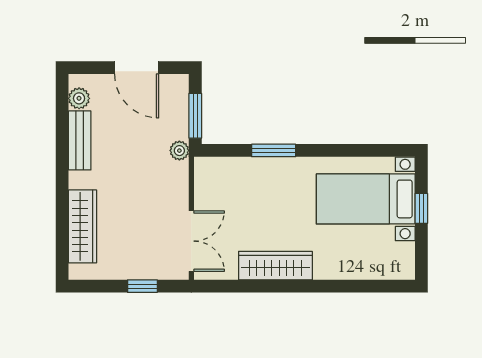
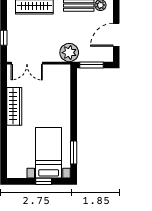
window: (274, 150) -> (74, 153), moved
plant: (179, 151) -> (69, 53), width x1.87, depth x1.87

